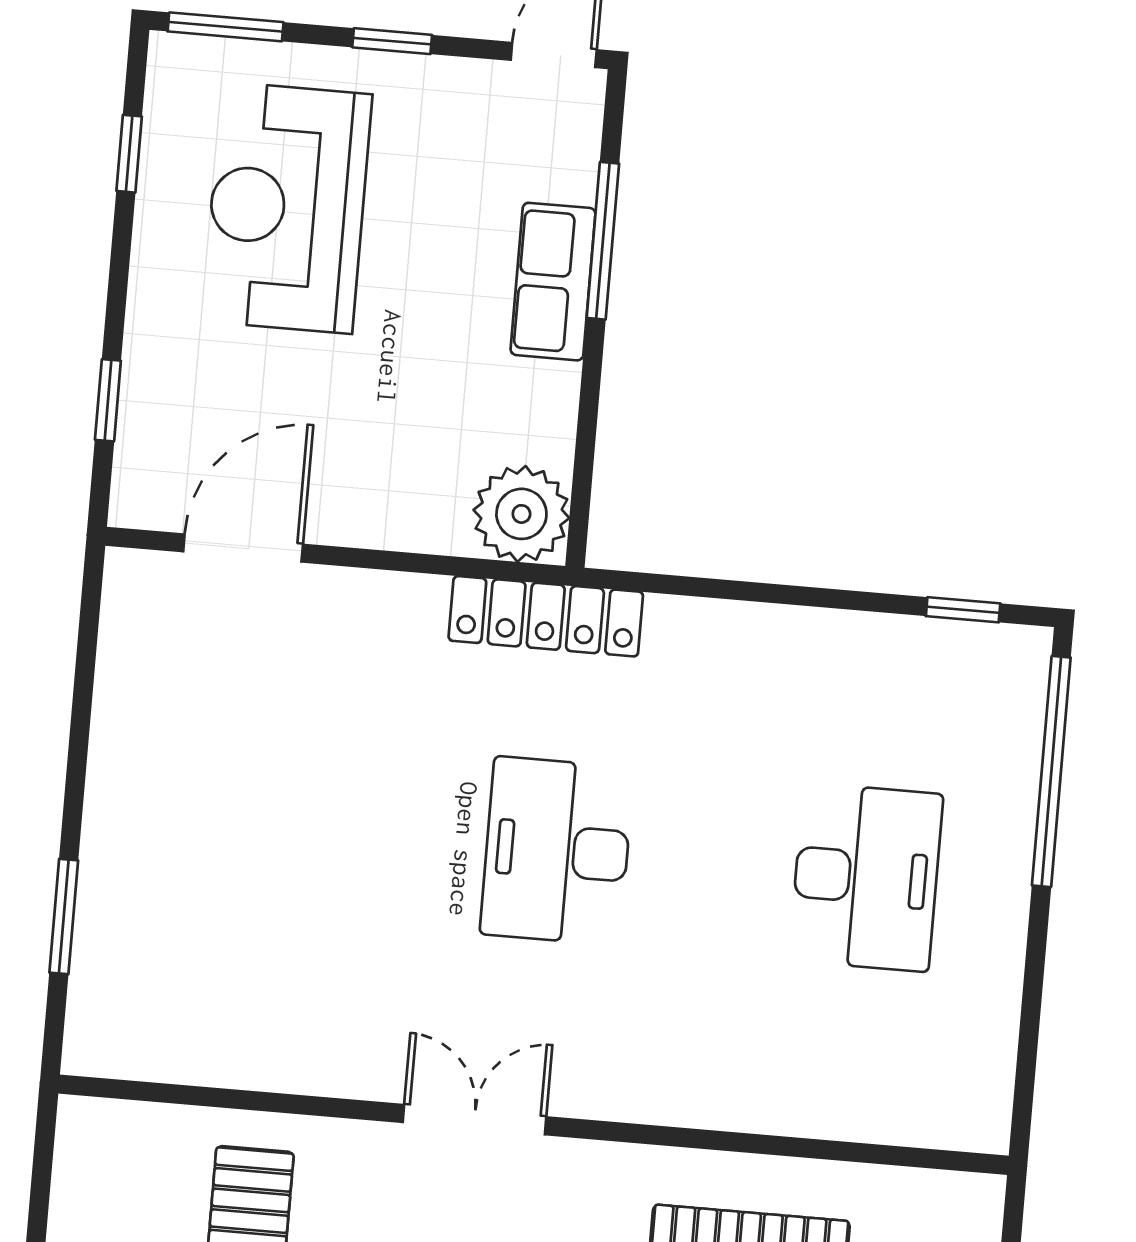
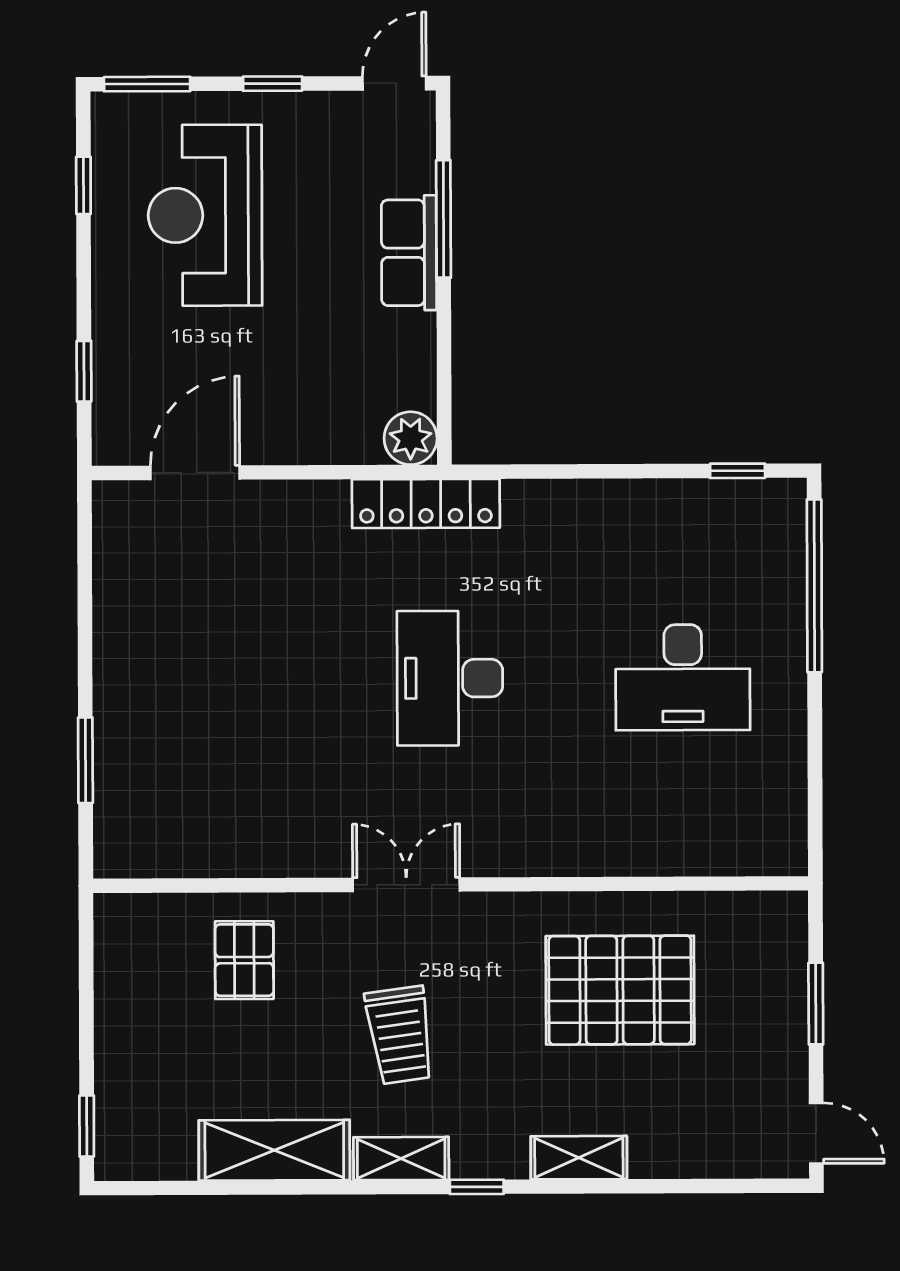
plant: (521, 514) -> (411, 438), width x0.73, depth x0.73
desk: (866, 877) -> (683, 677), turned 90

